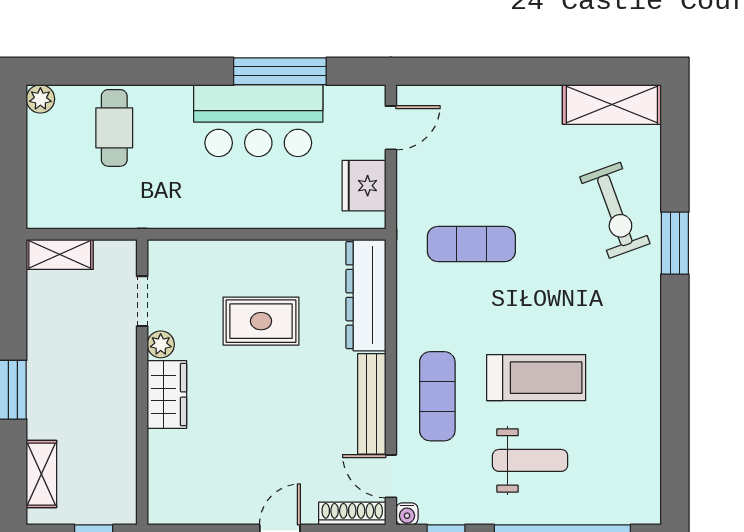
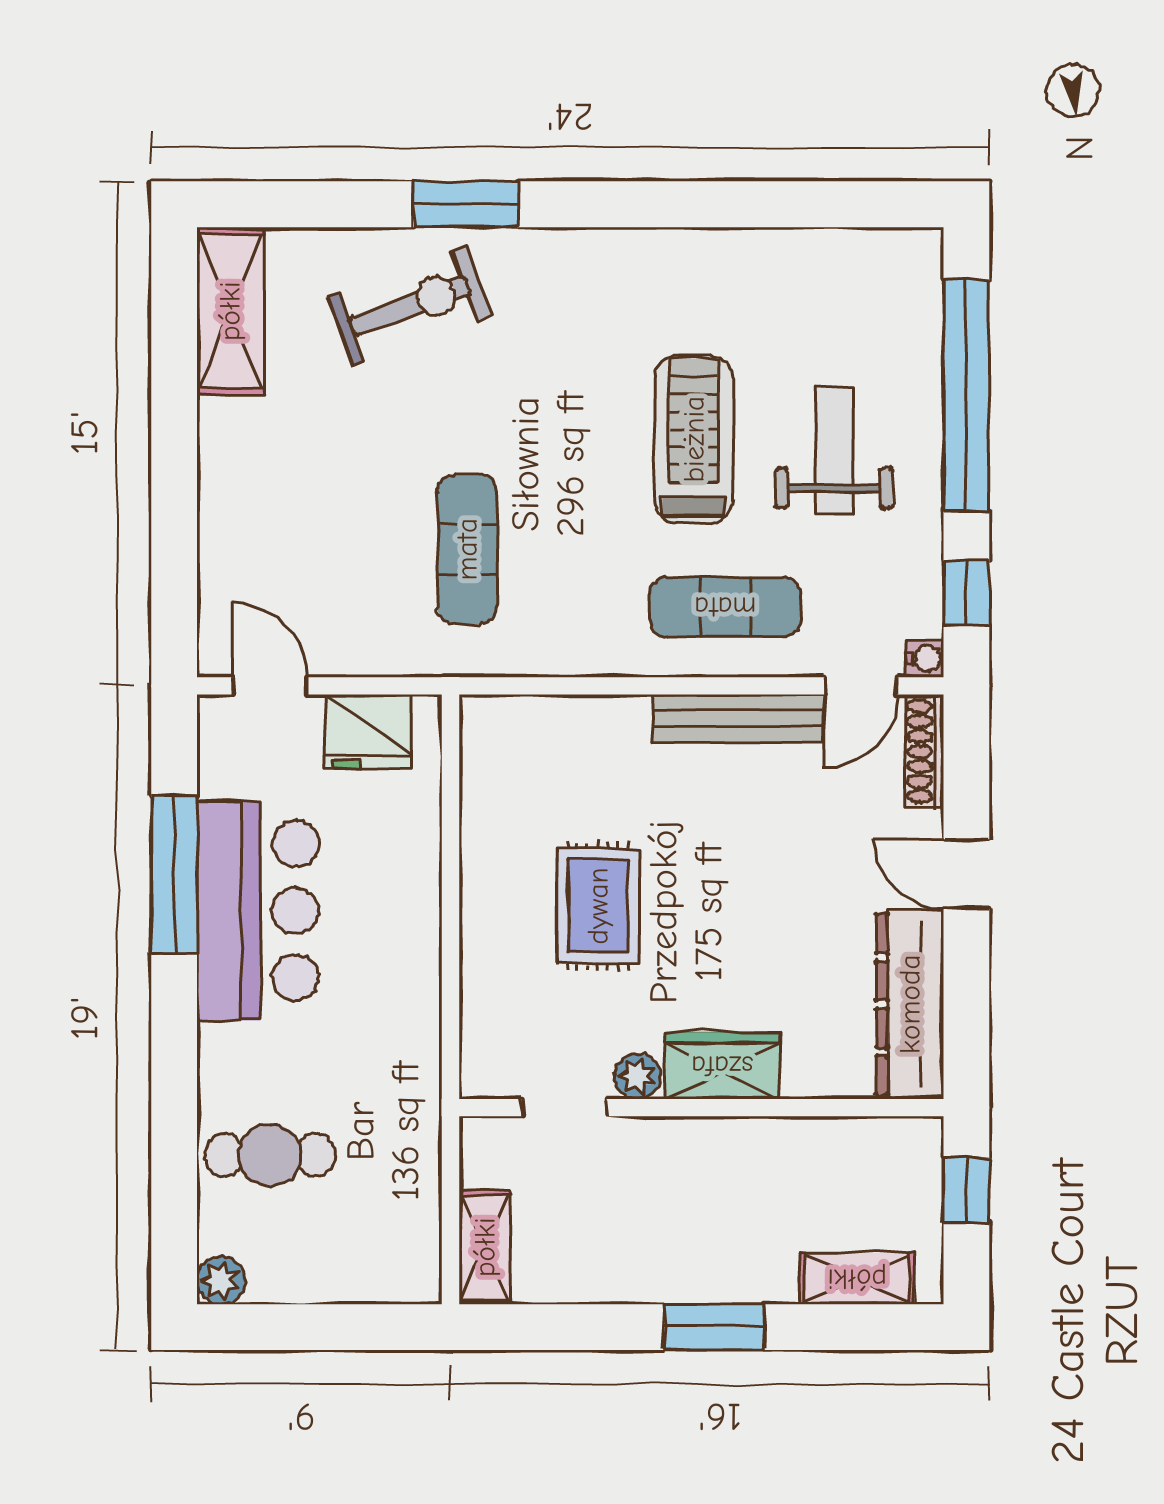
dresser: (366, 295) -> (910, 1004), moved, turned 90

